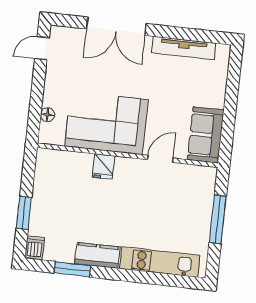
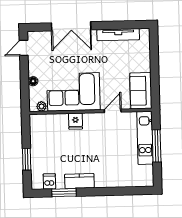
floor lamp: (47, 115) -> (33, 81), moved
plant: (57, 138) -> (42, 106), added
dishwasher: (35, 248) -> (49, 181), moved
kitchen unit: (160, 262) -> (145, 138), moved, turned -90

